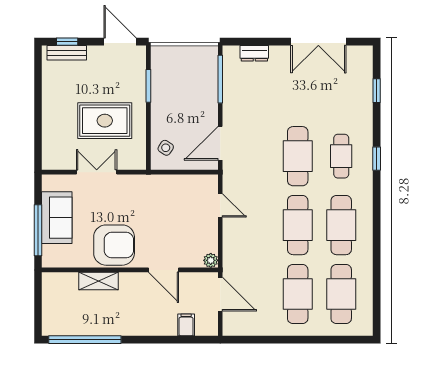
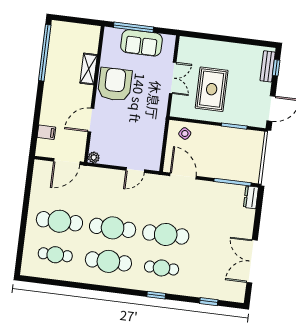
dresser: (254, 53) -> (251, 197), moved
armchair: (114, 245) -> (115, 84), turned 180
cafe table: (341, 294) -> (55, 255), width x0.73, depth x0.74

